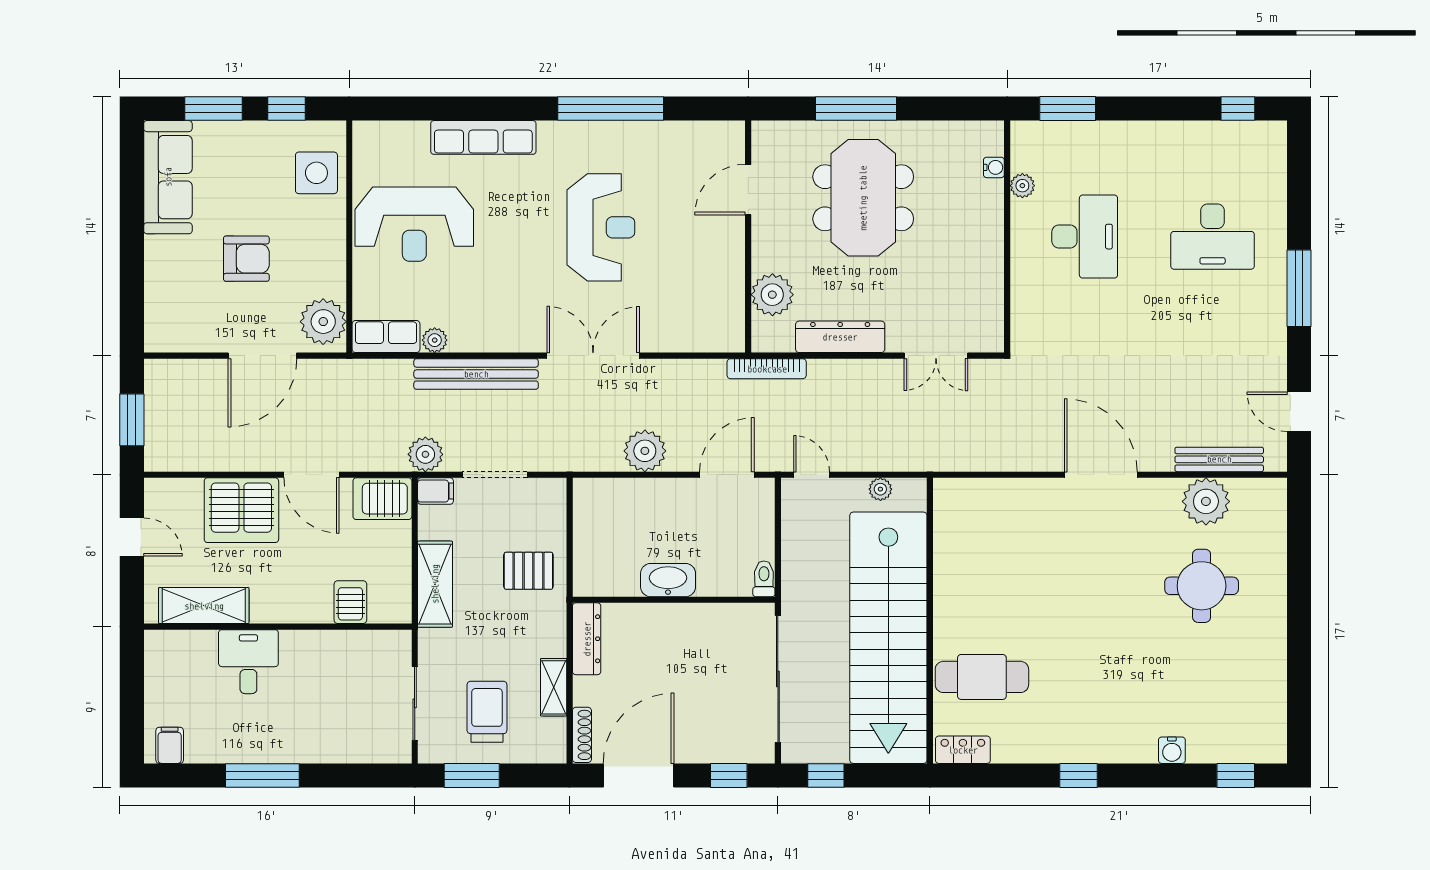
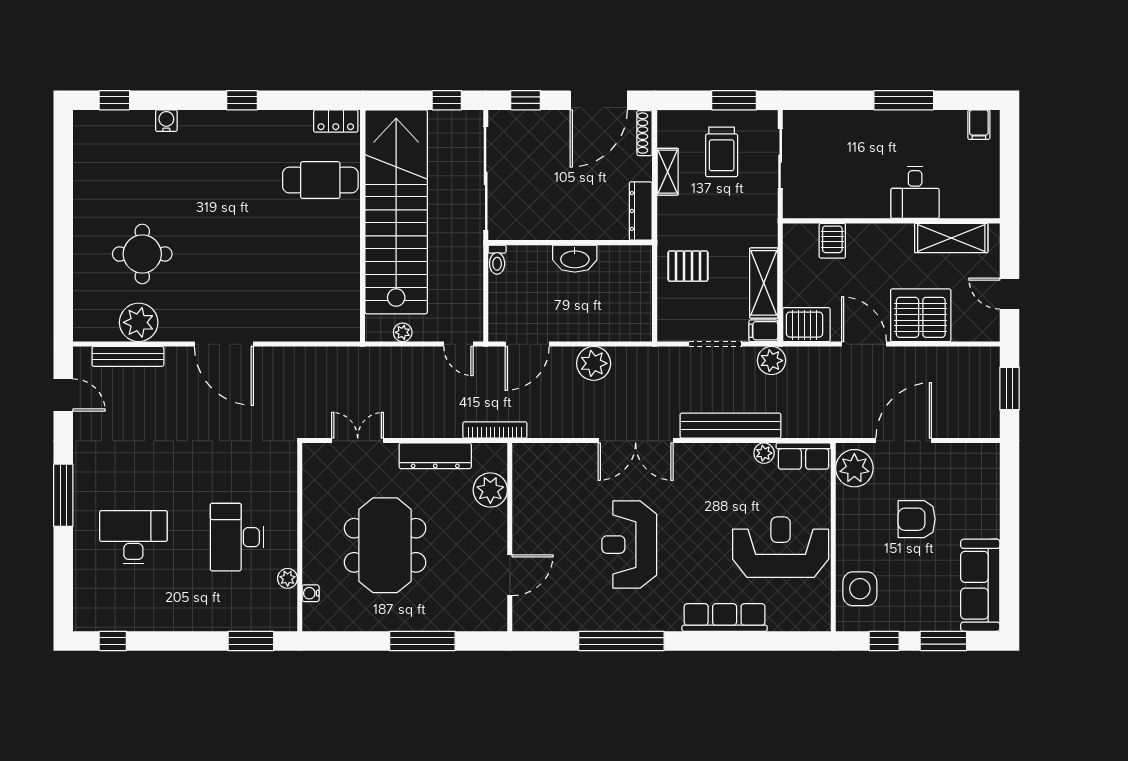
meeting table: (863, 198) -> (385, 545), moved
shelving: (435, 584) -> (764, 283), moved

